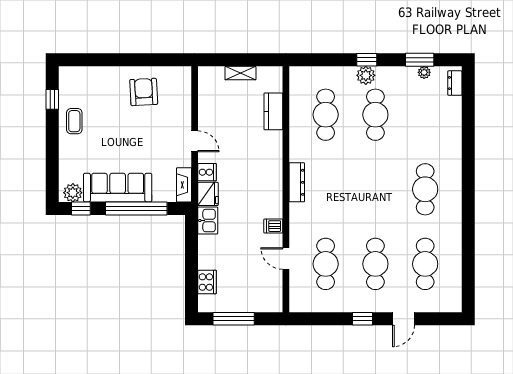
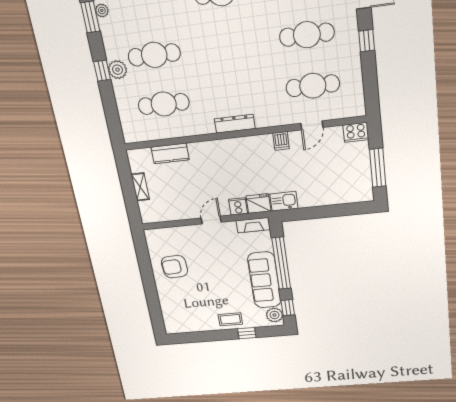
window: (52, 99) -> (247, 333), moved
coffee table: (74, 121) -> (230, 319), moved
cooker: (207, 282) -> (356, 132), moved, turned 180

